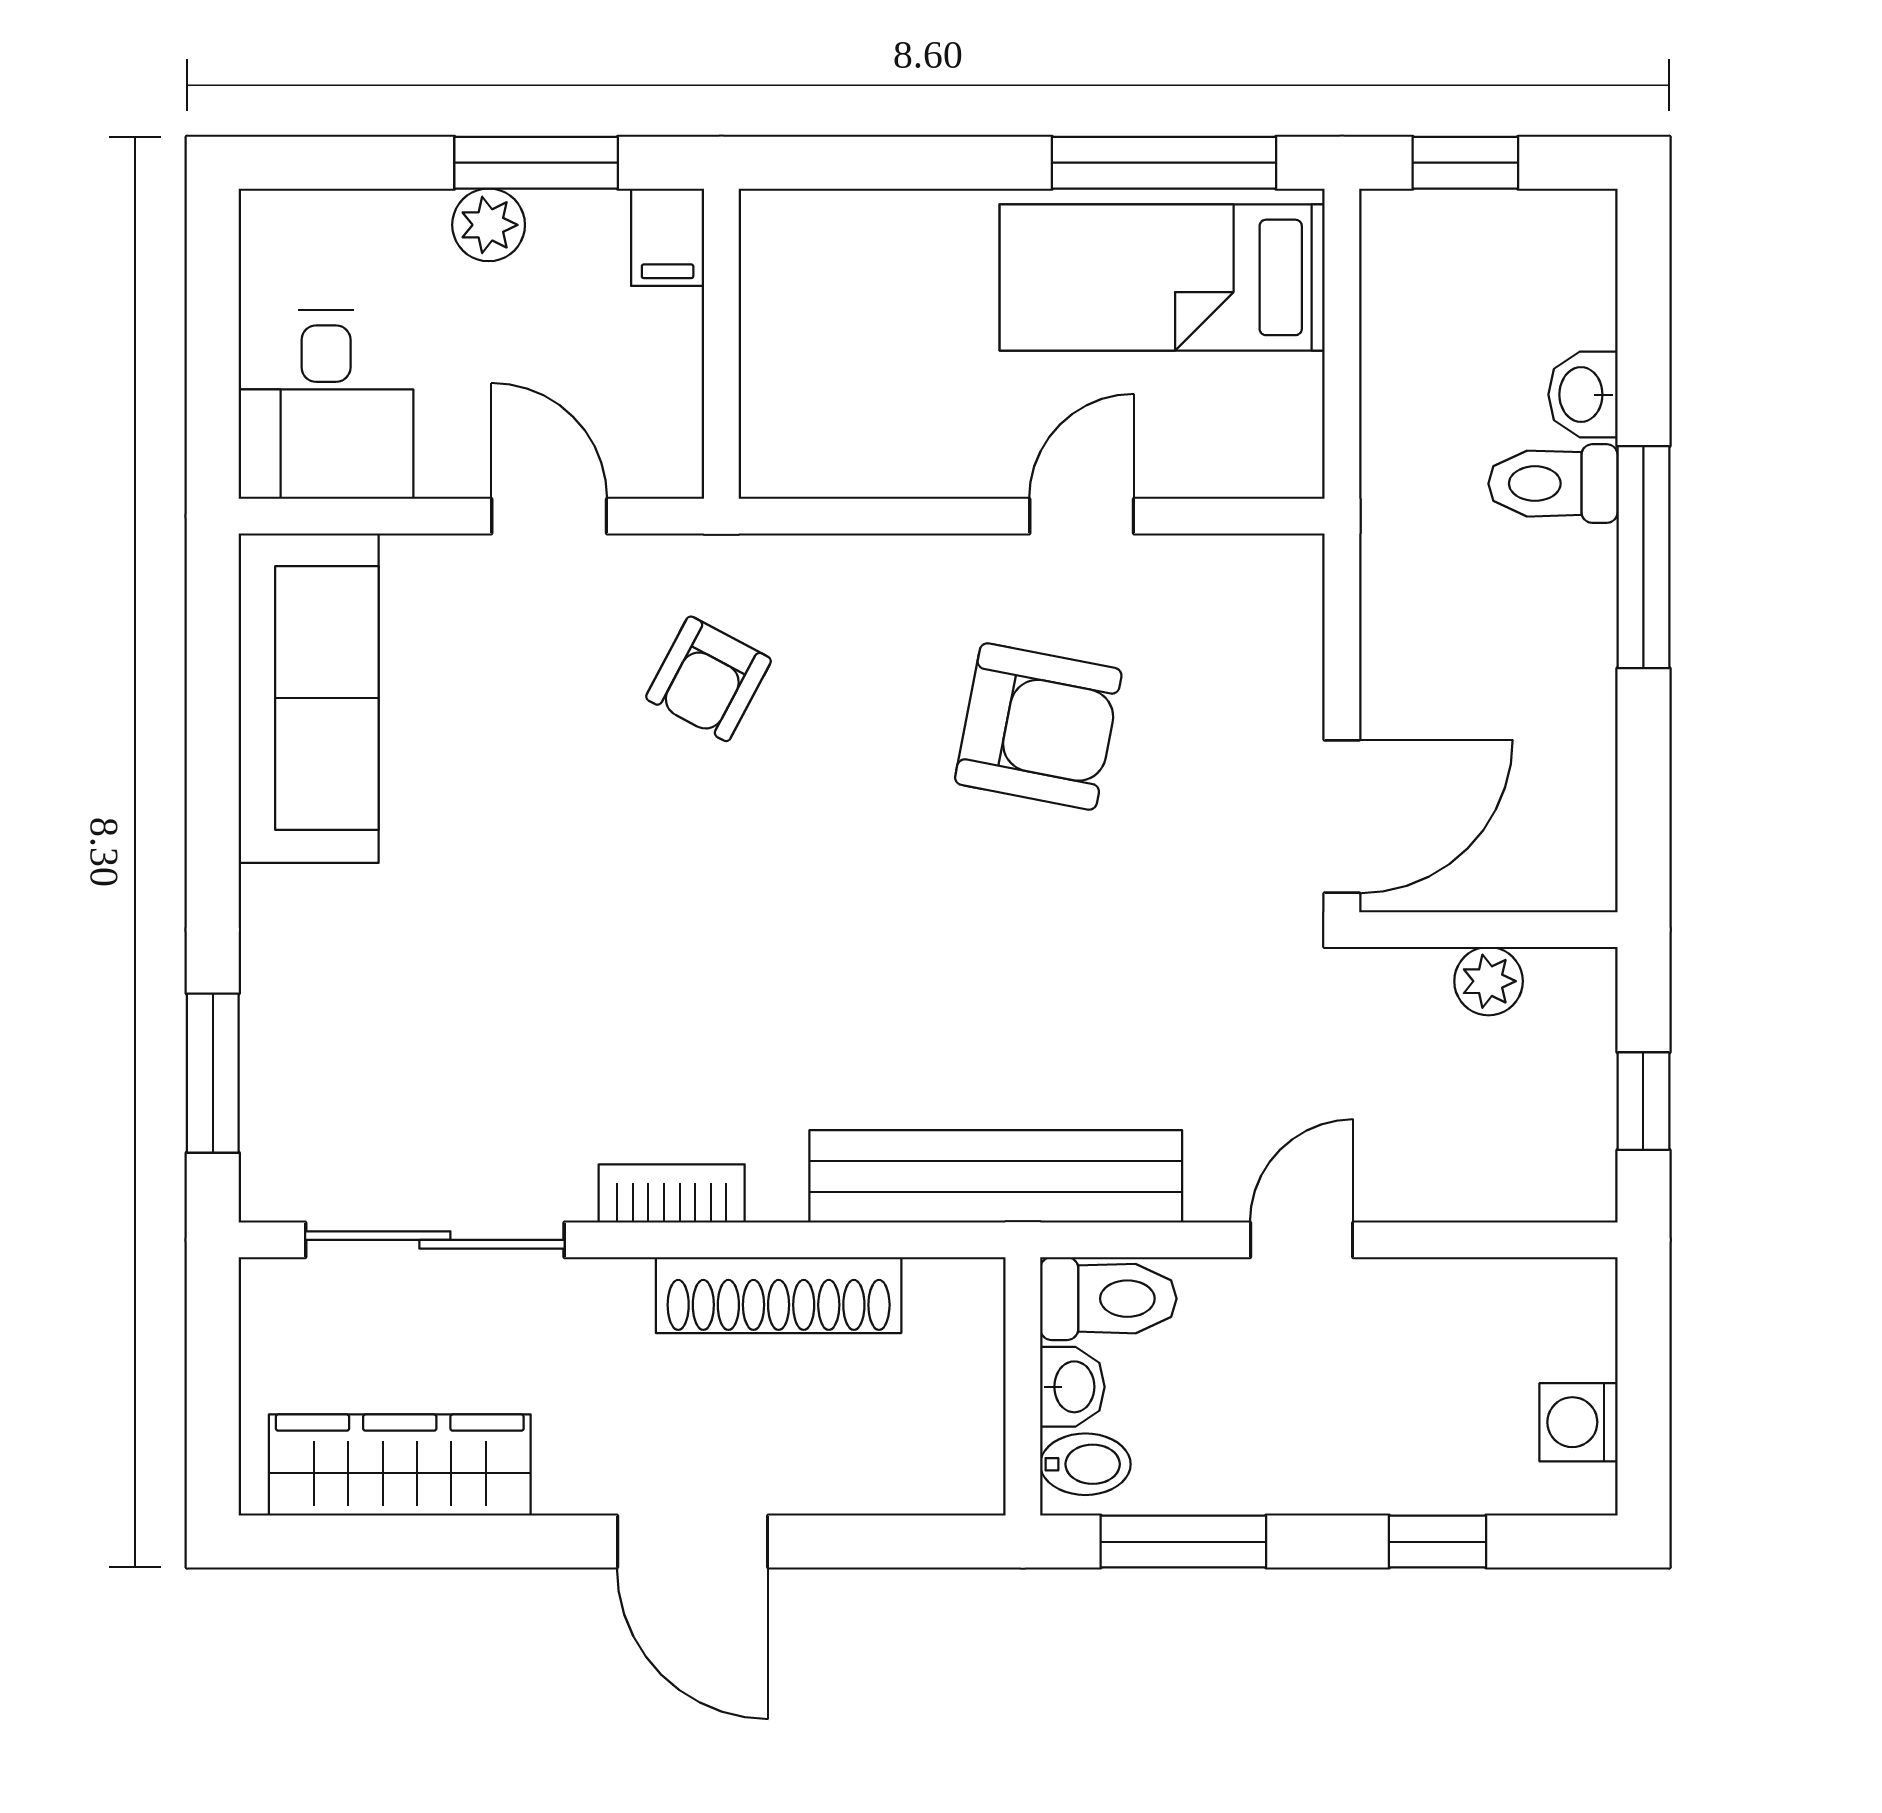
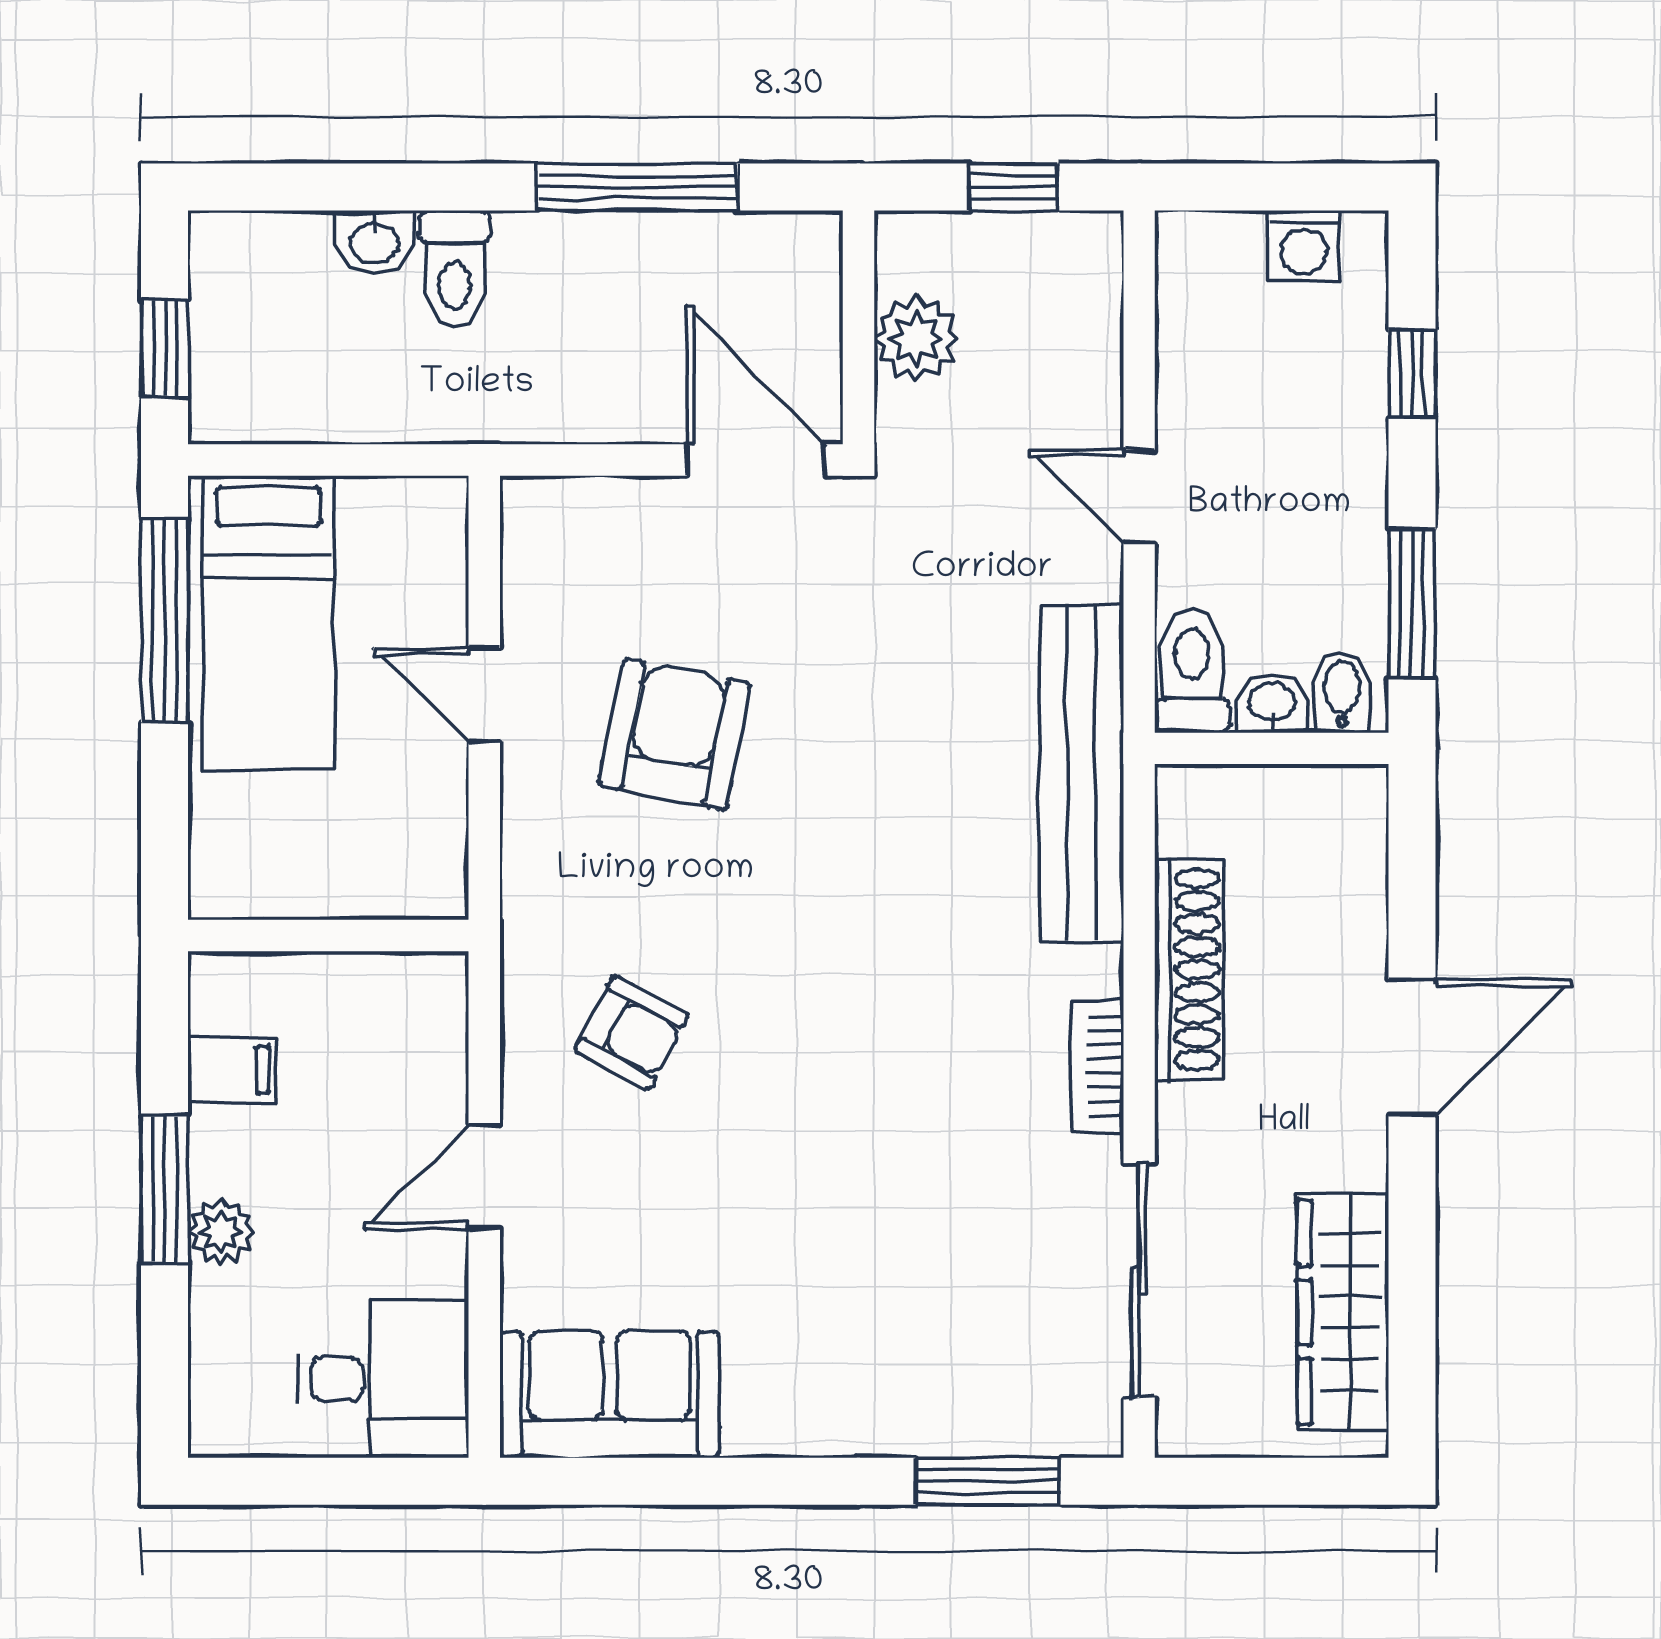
wall: (721, 344) -> (328, 936), moved
window: (1643, 557) -> (637, 187), moved
sofa: (309, 698) -> (609, 1394), width x0.73
plant: (1489, 981) -> (917, 339), width x1.38, depth x1.38

